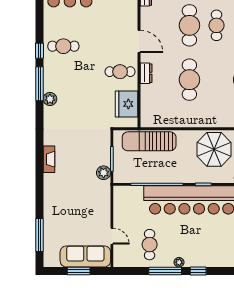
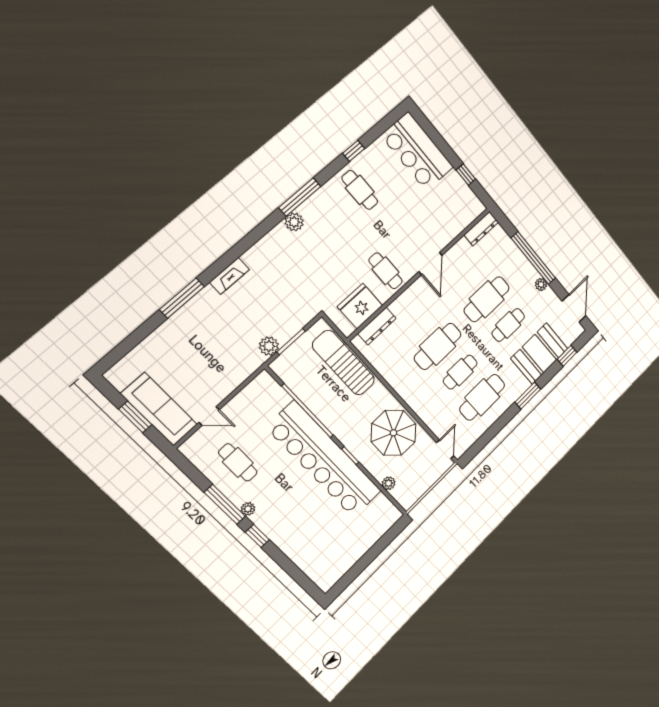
window: (39, 51) -> (354, 151), moved
dresser: (146, 73) -> (377, 326), moved, width x1.44
cafe table: (217, 80) -> (460, 372), added
window: (39, 235) -> (182, 298), moved
door: (112, 236) -> (209, 416), hinge flipped
cafe table: (150, 245) -> (238, 462), turned 90

